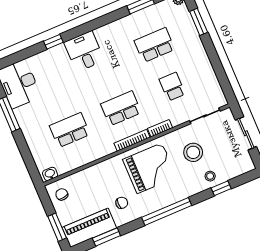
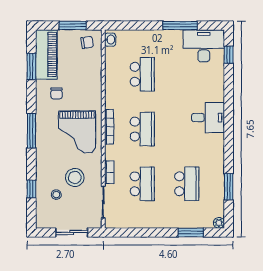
window: (53, 42) -> (229, 55), moved
school desk: (172, 87) -> (142, 184), width x1.85
bookcase: (160, 128) -> (109, 172), moved
stool: (210, 176) -> (56, 195), moved
window: (167, 211) -> (31, 131), width x0.68
window: (57, 227) -> (73, 26), moved

